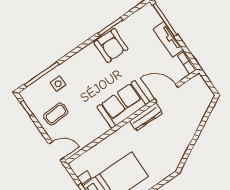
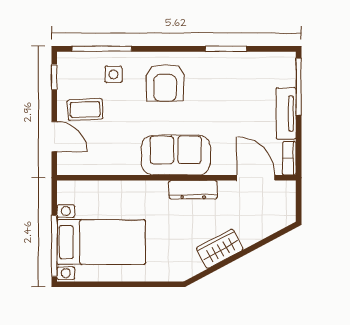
armchair: (111, 45) -> (165, 83), moved
door: (166, 93) -> (256, 178), moved
wardrobe: (183, 139) -> (220, 249), added
door: (56, 151) -> (54, 137), moved

